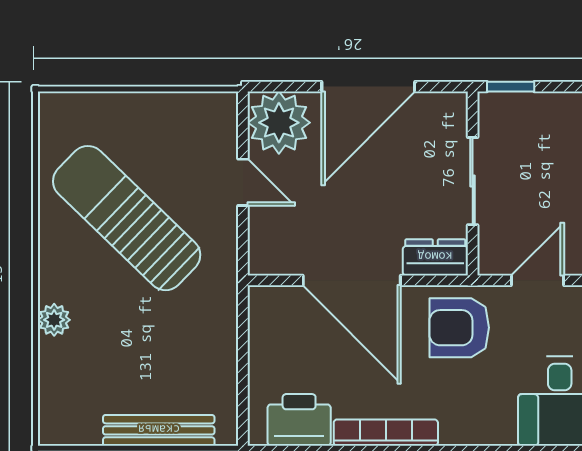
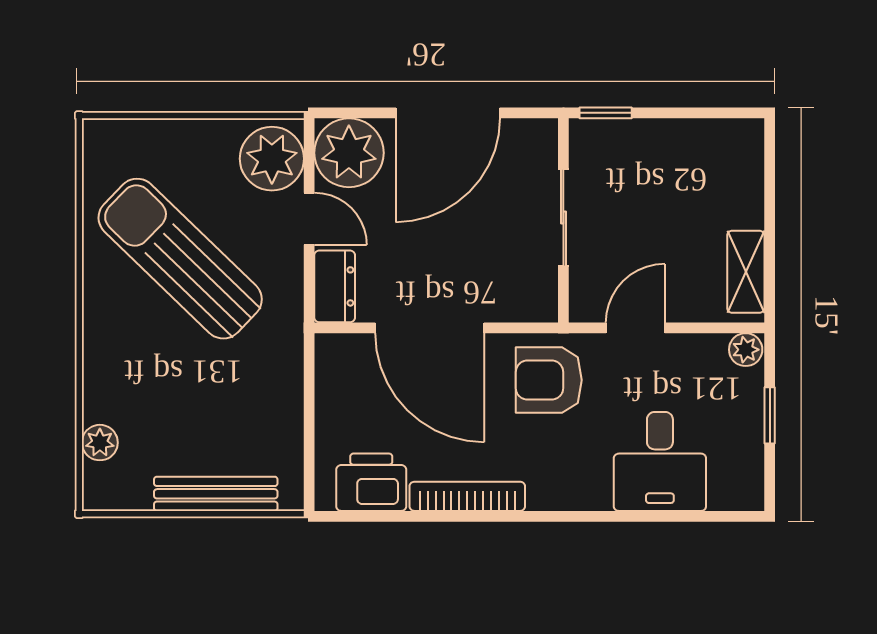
plant: (209, 128) -> (272, 159), added
dresser: (435, 257) -> (335, 286), moved, turned 90
plant: (54, 320) -> (100, 443), moved

